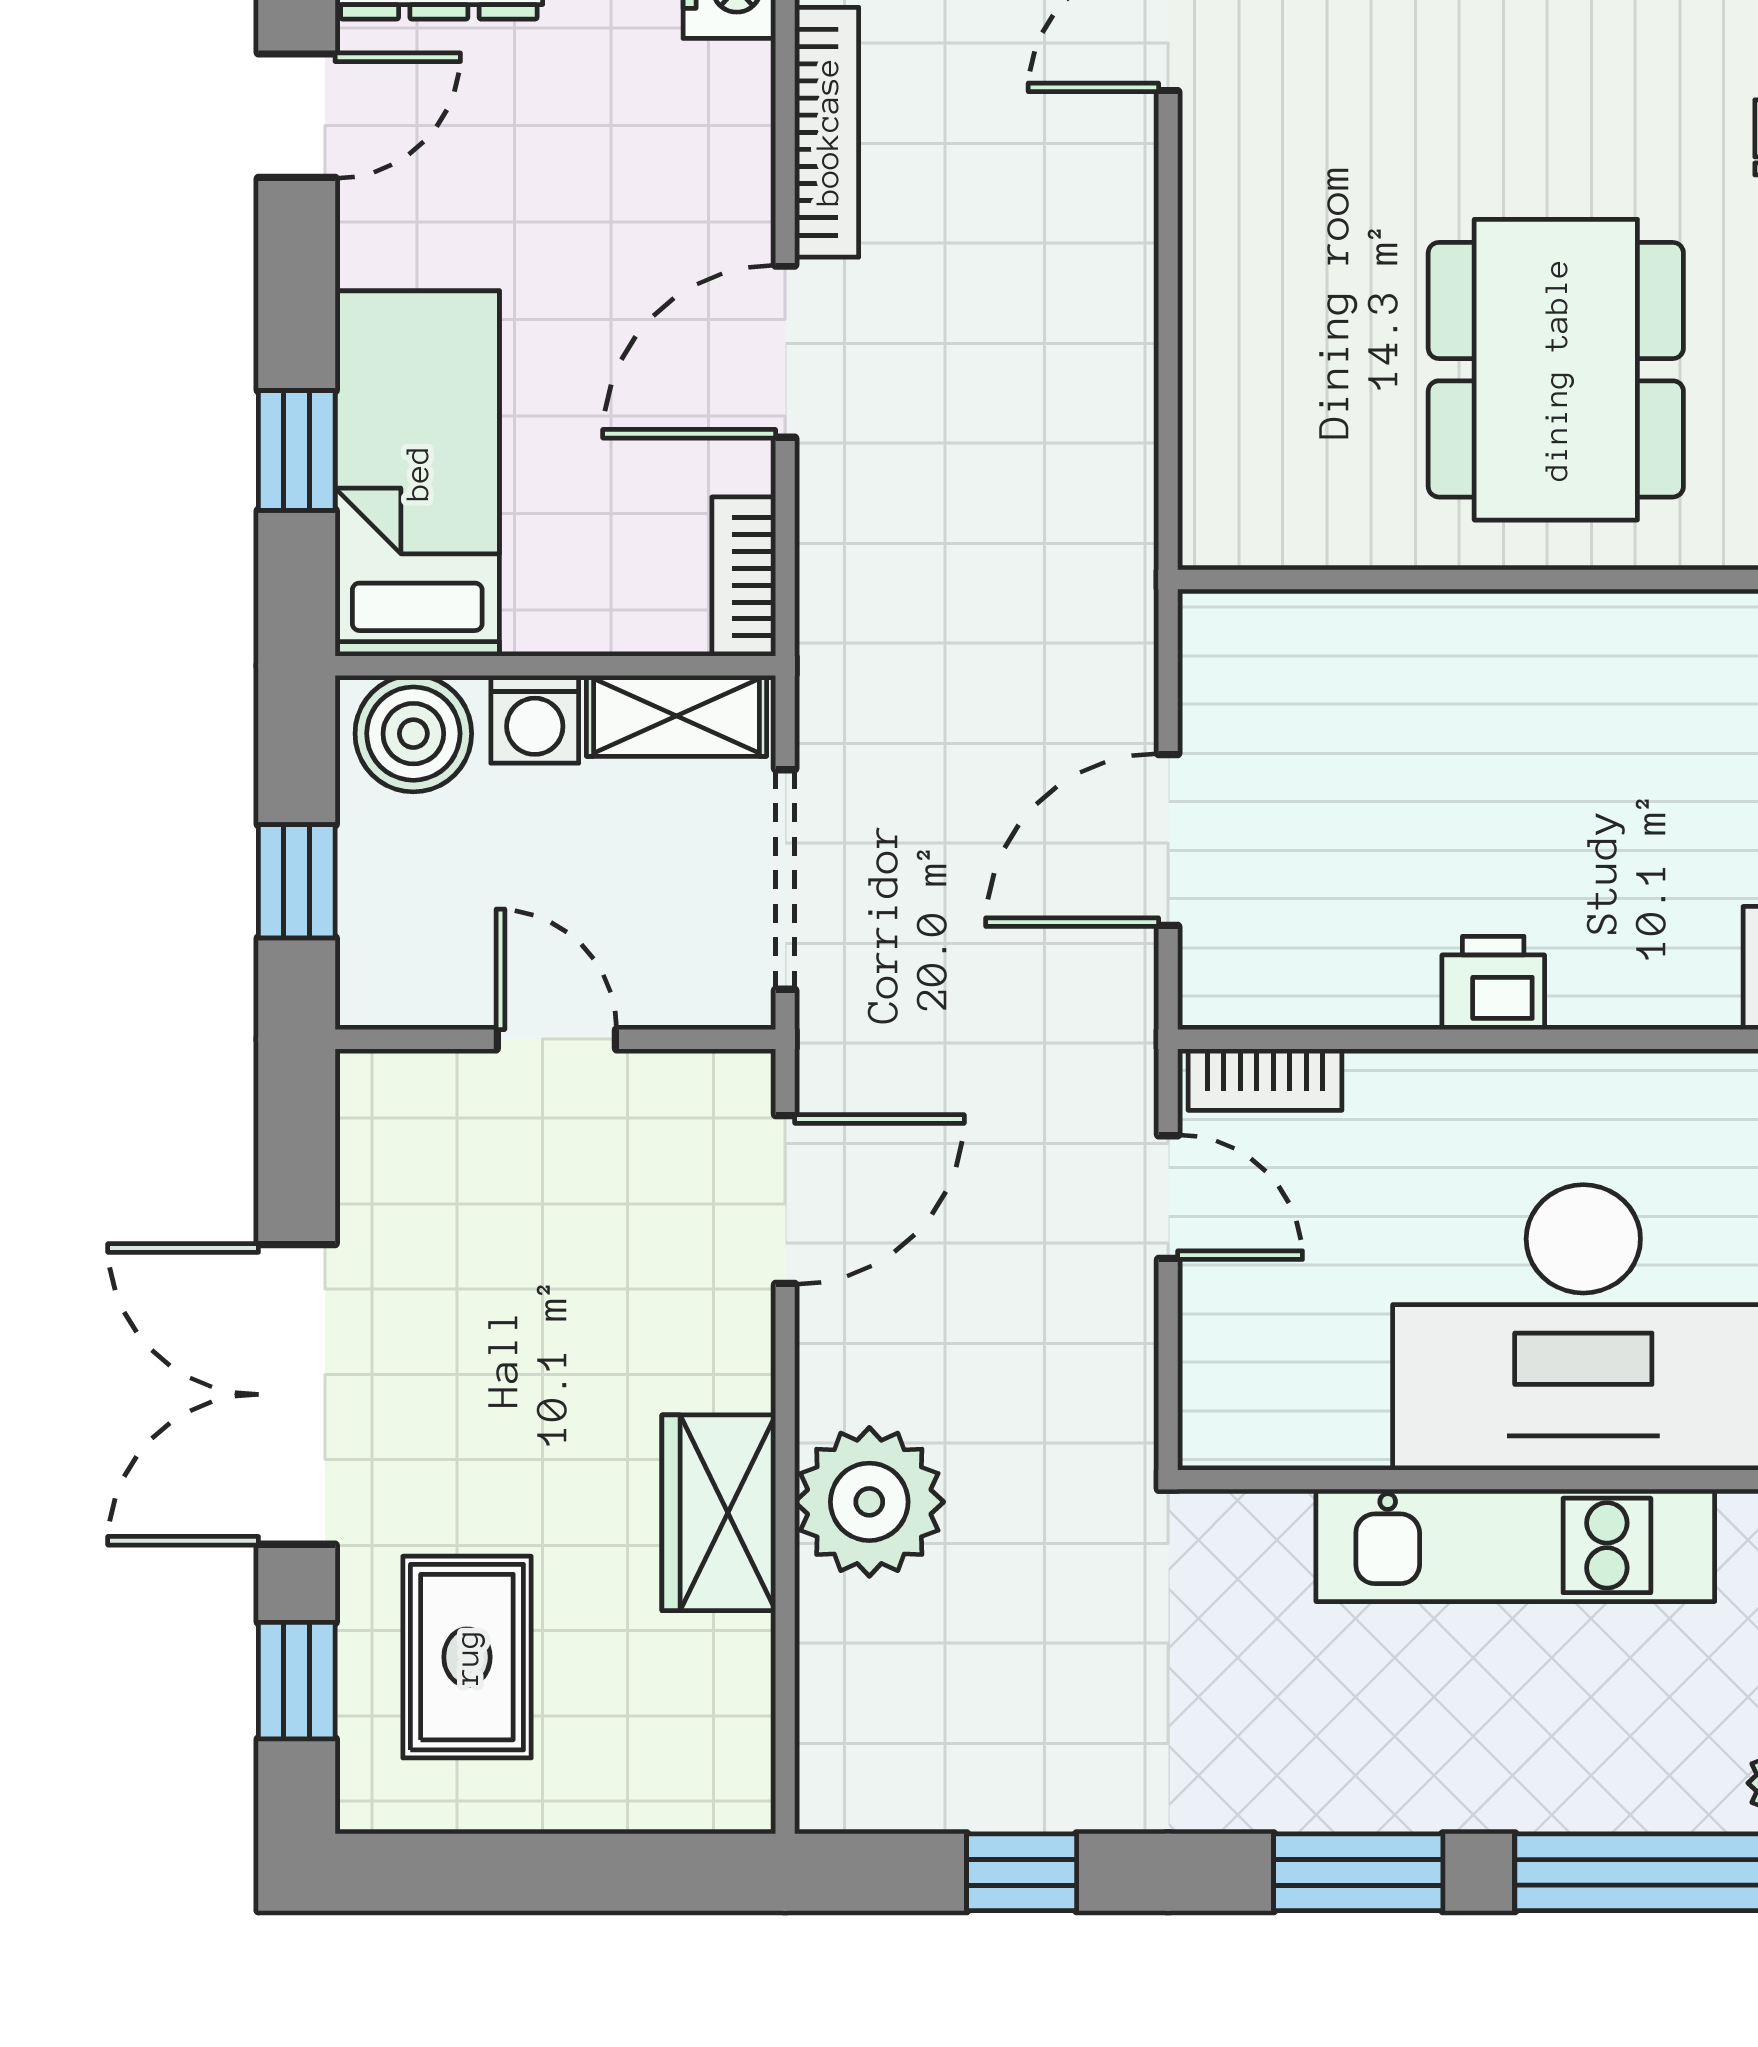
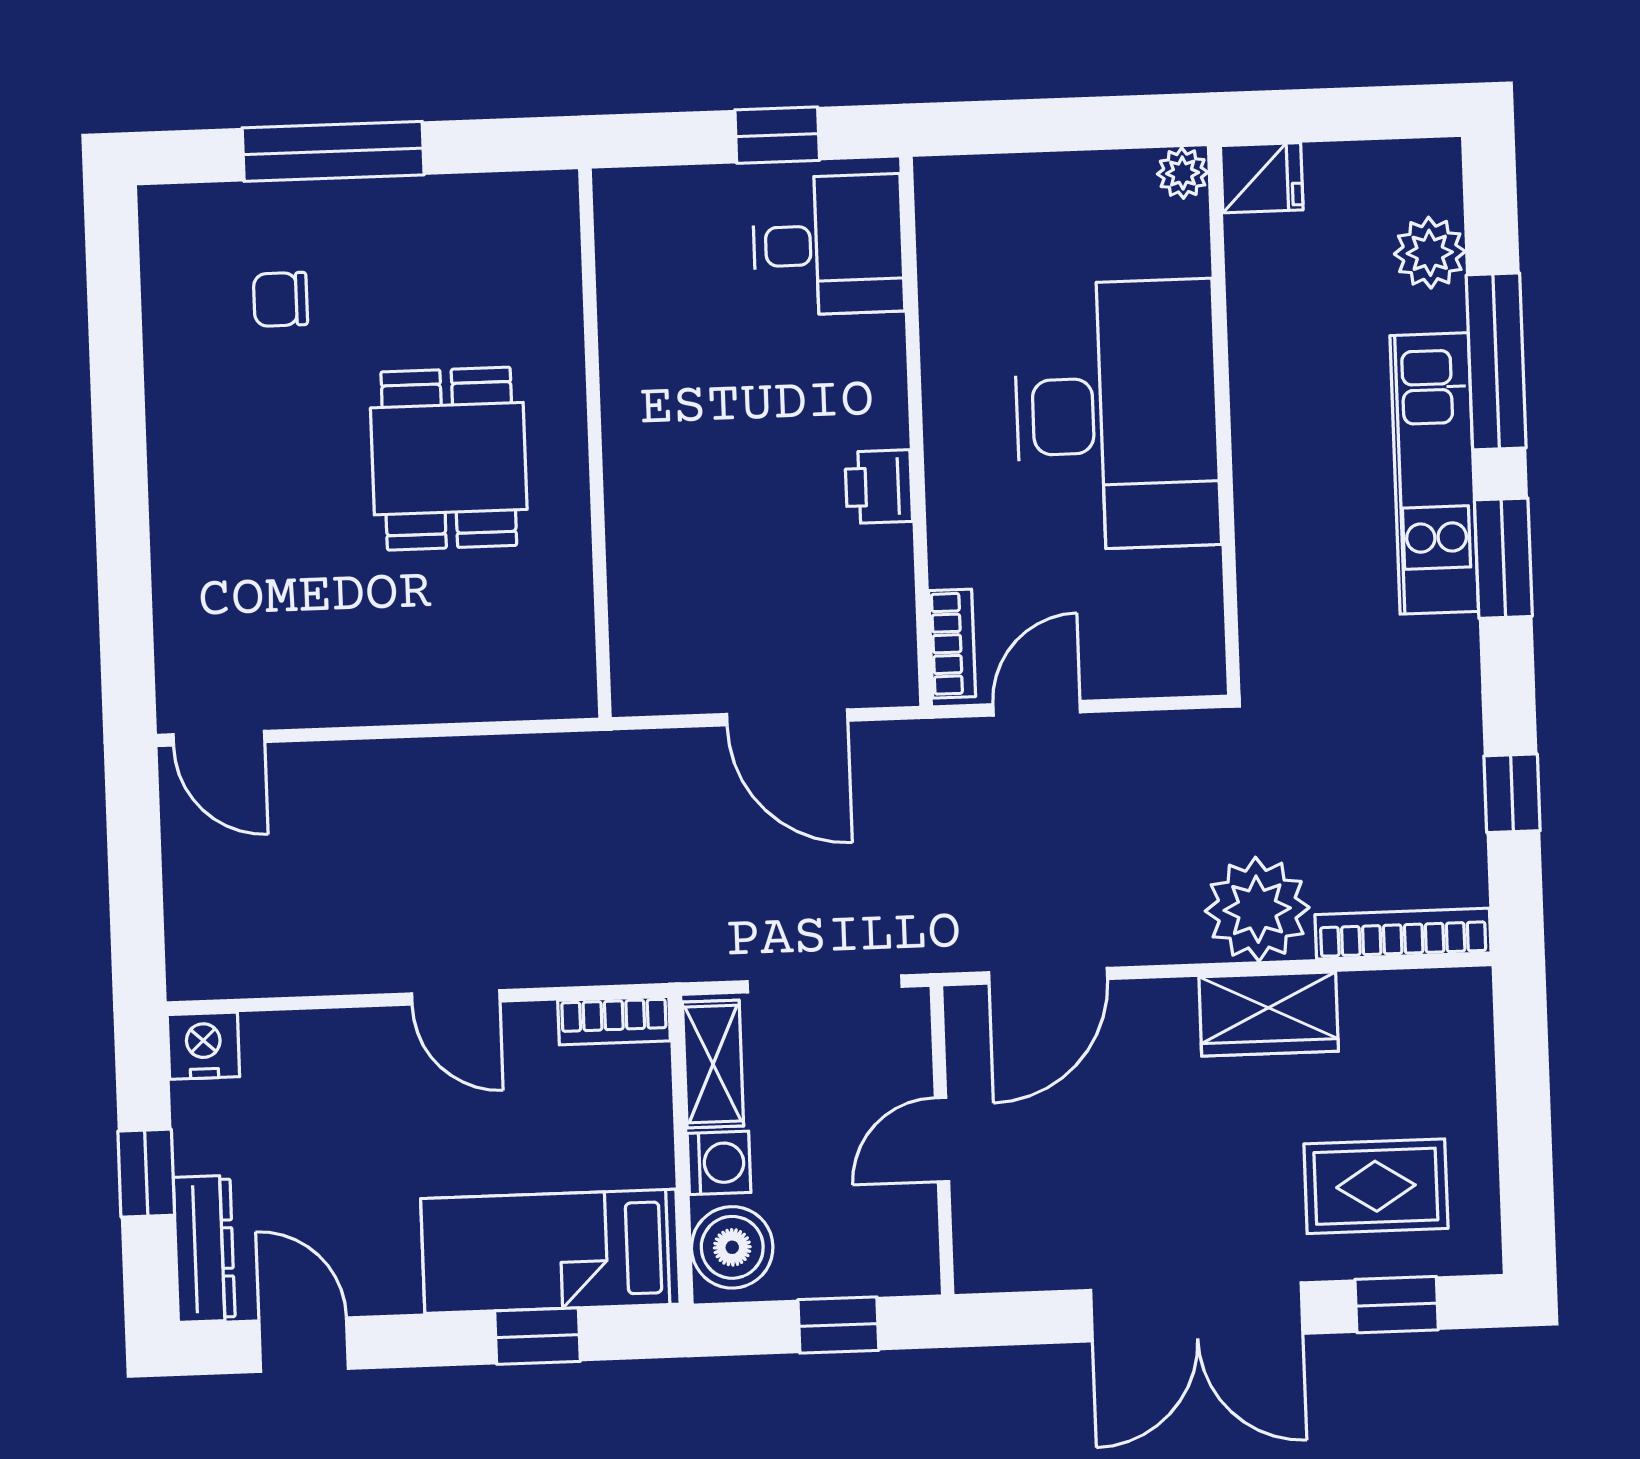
bookcase: (827, 132) -> (1403, 934), moved
door: (785, 352) -> (456, 997), width x0.73
dining table: (1556, 370) -> (449, 459), width x0.73
door: (785, 1200) -> (1048, 976), swing flipped
kitchen unit: (1515, 1545) -> (1434, 473), moved, turned 180

